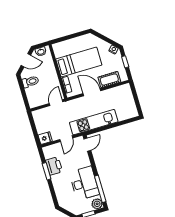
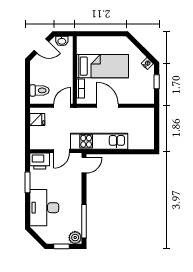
cot: (109, 80) -> (132, 97), removed
toilet: (30, 82) -> (39, 90), moved
fridge: (45, 138) -> (37, 119), moved
printer: (54, 166) -> (40, 161), moved, turned 90
desk: (84, 183) -> (44, 208), moved, turned 180

